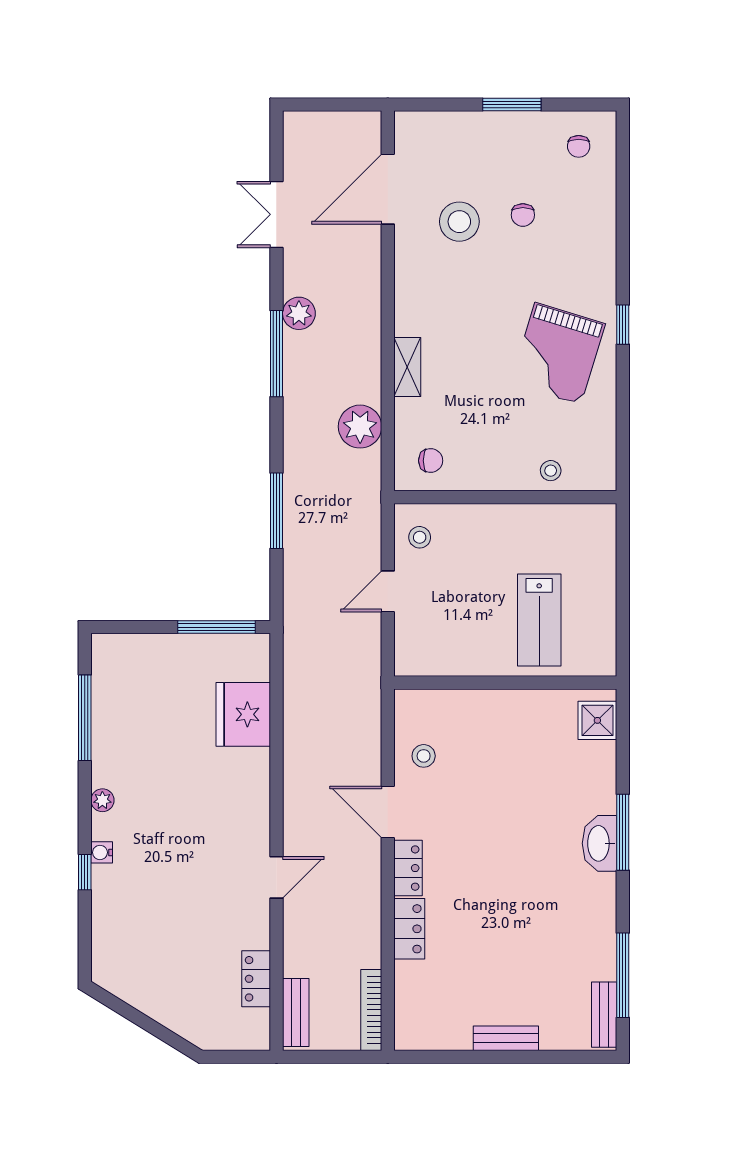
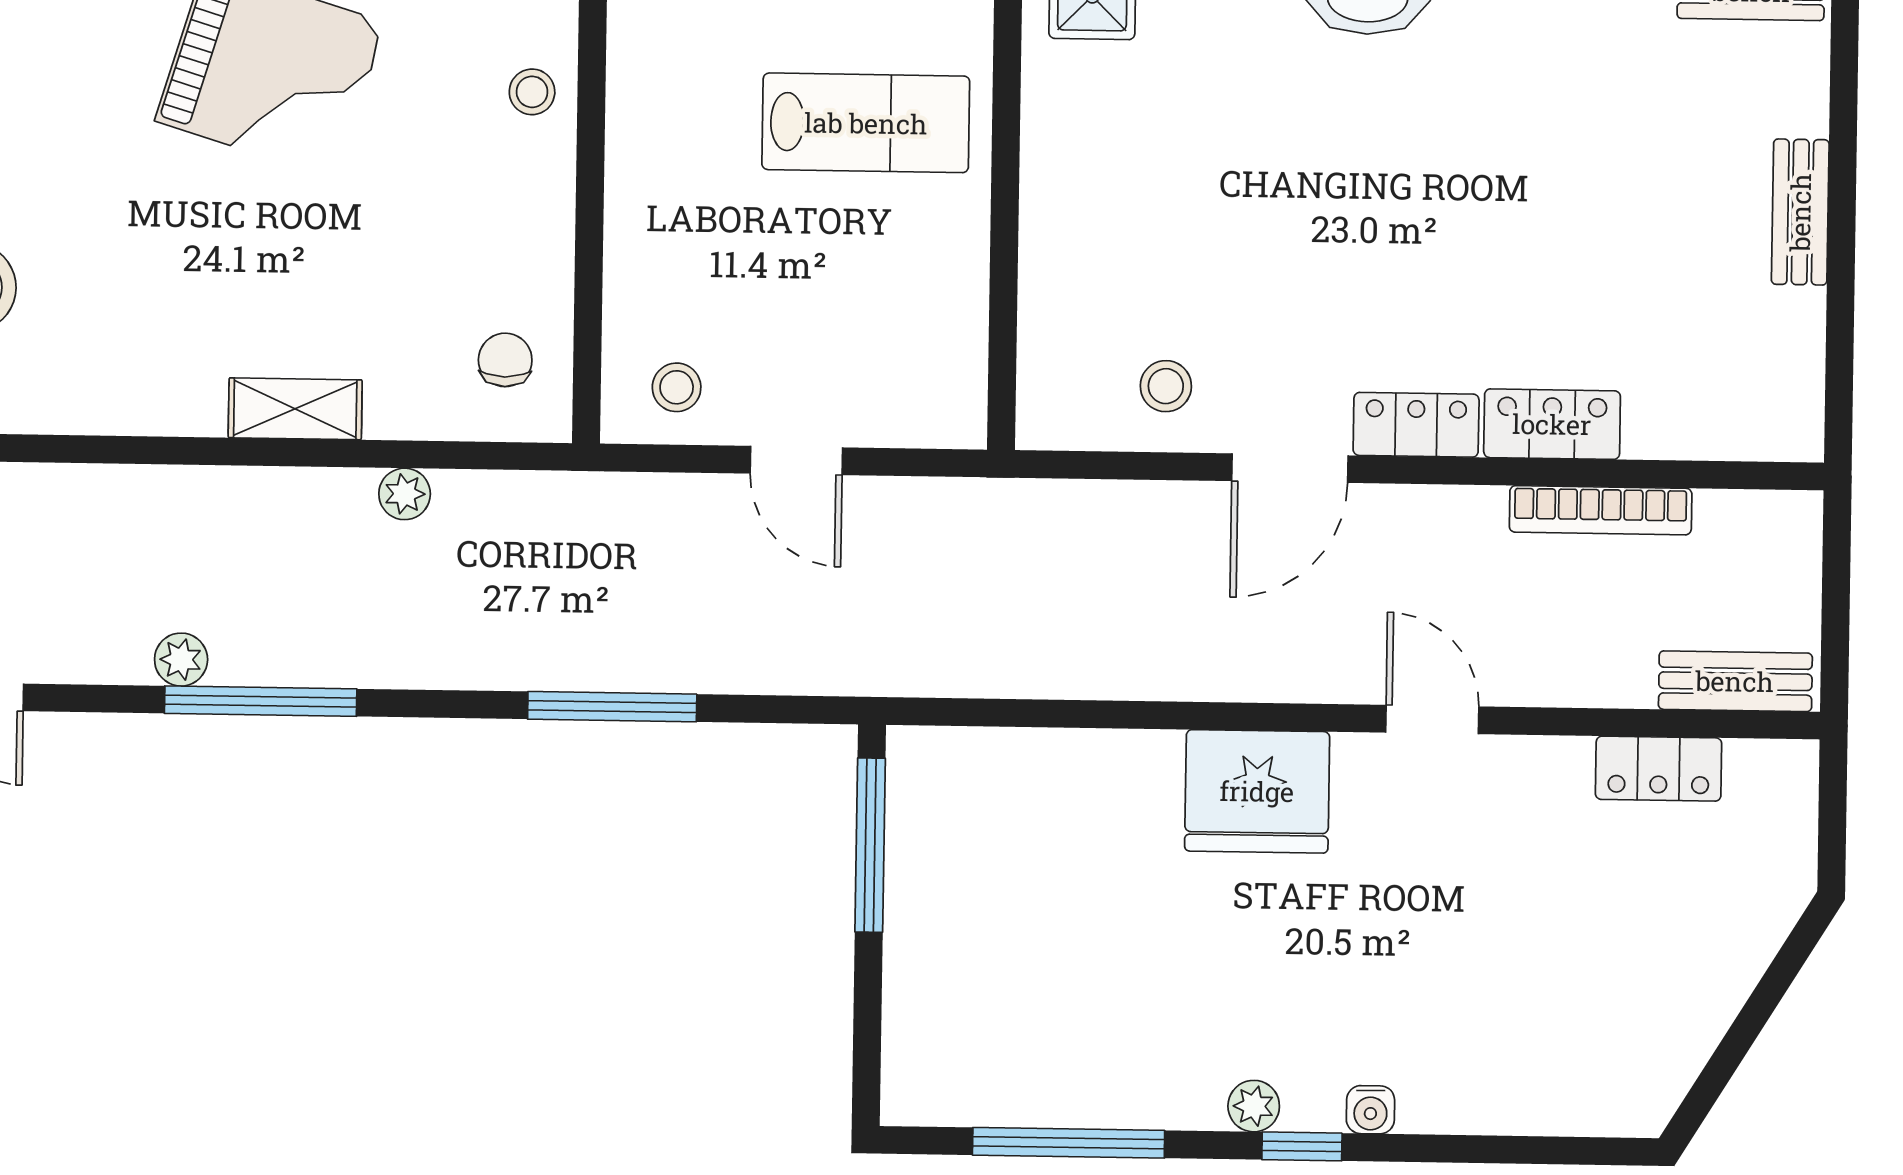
plant: (299, 313) -> (181, 660), width x0.73, depth x0.73
plant: (360, 427) -> (405, 494), width x0.53, depth x0.53
fridge: (243, 714) -> (1257, 791), moved
window: (85, 872) -> (1302, 1146), moved
bookcase: (371, 1010) -> (1601, 510), moved

